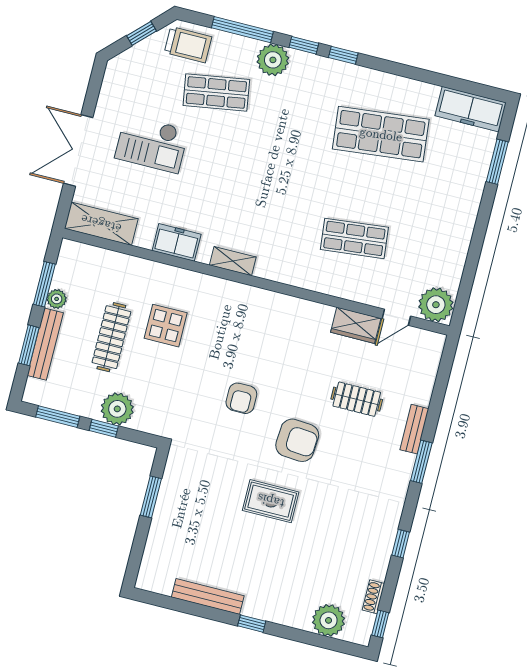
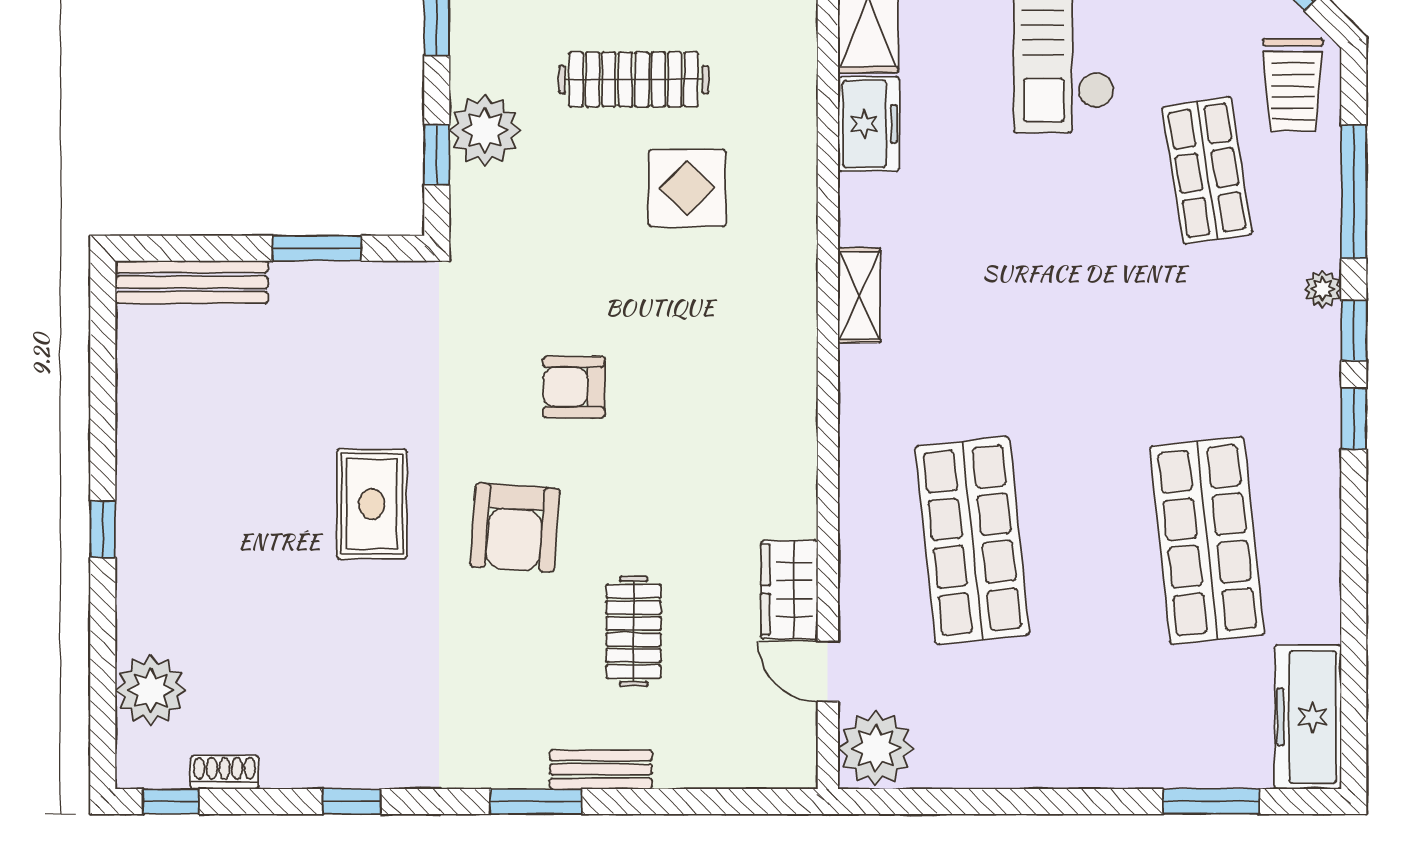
plant: (273, 60) -> (1323, 289), width x0.53, depth x0.53
shop shelf: (354, 238) -> (972, 540), width x1.43, depth x1.36
freezer: (177, 242) -> (869, 124), moved
window: (104, 428) -> (437, 155), moved
bench: (208, 596) -> (192, 282), moved, turned 90

